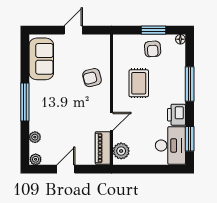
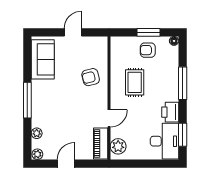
armchair: (153, 49) -> (148, 50), turned 94

